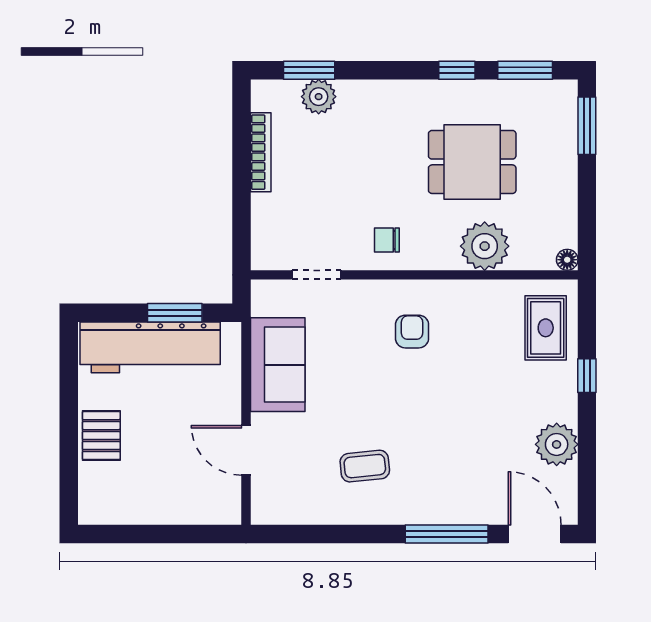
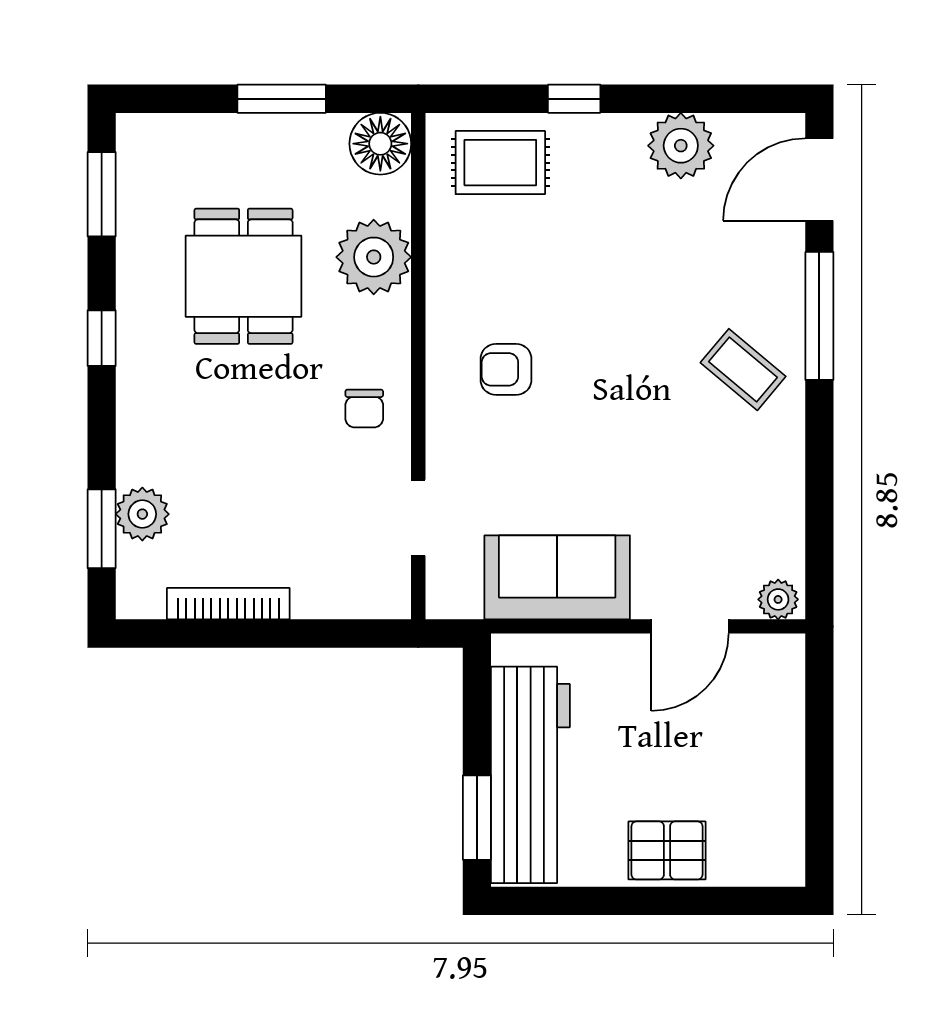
window: (457, 70) -> (102, 338), moved
window: (587, 126) -> (282, 99), moved
floor lamp: (567, 260) -> (380, 144), width x1.89, depth x1.89
window: (175, 313) -> (477, 818), moved
coffee table: (365, 466) -> (743, 370), moved, turned -44
plant: (263, 507) -> (778, 599), added

